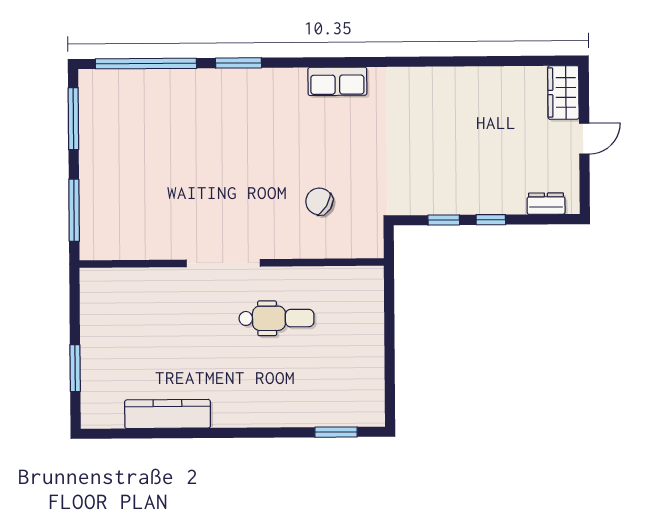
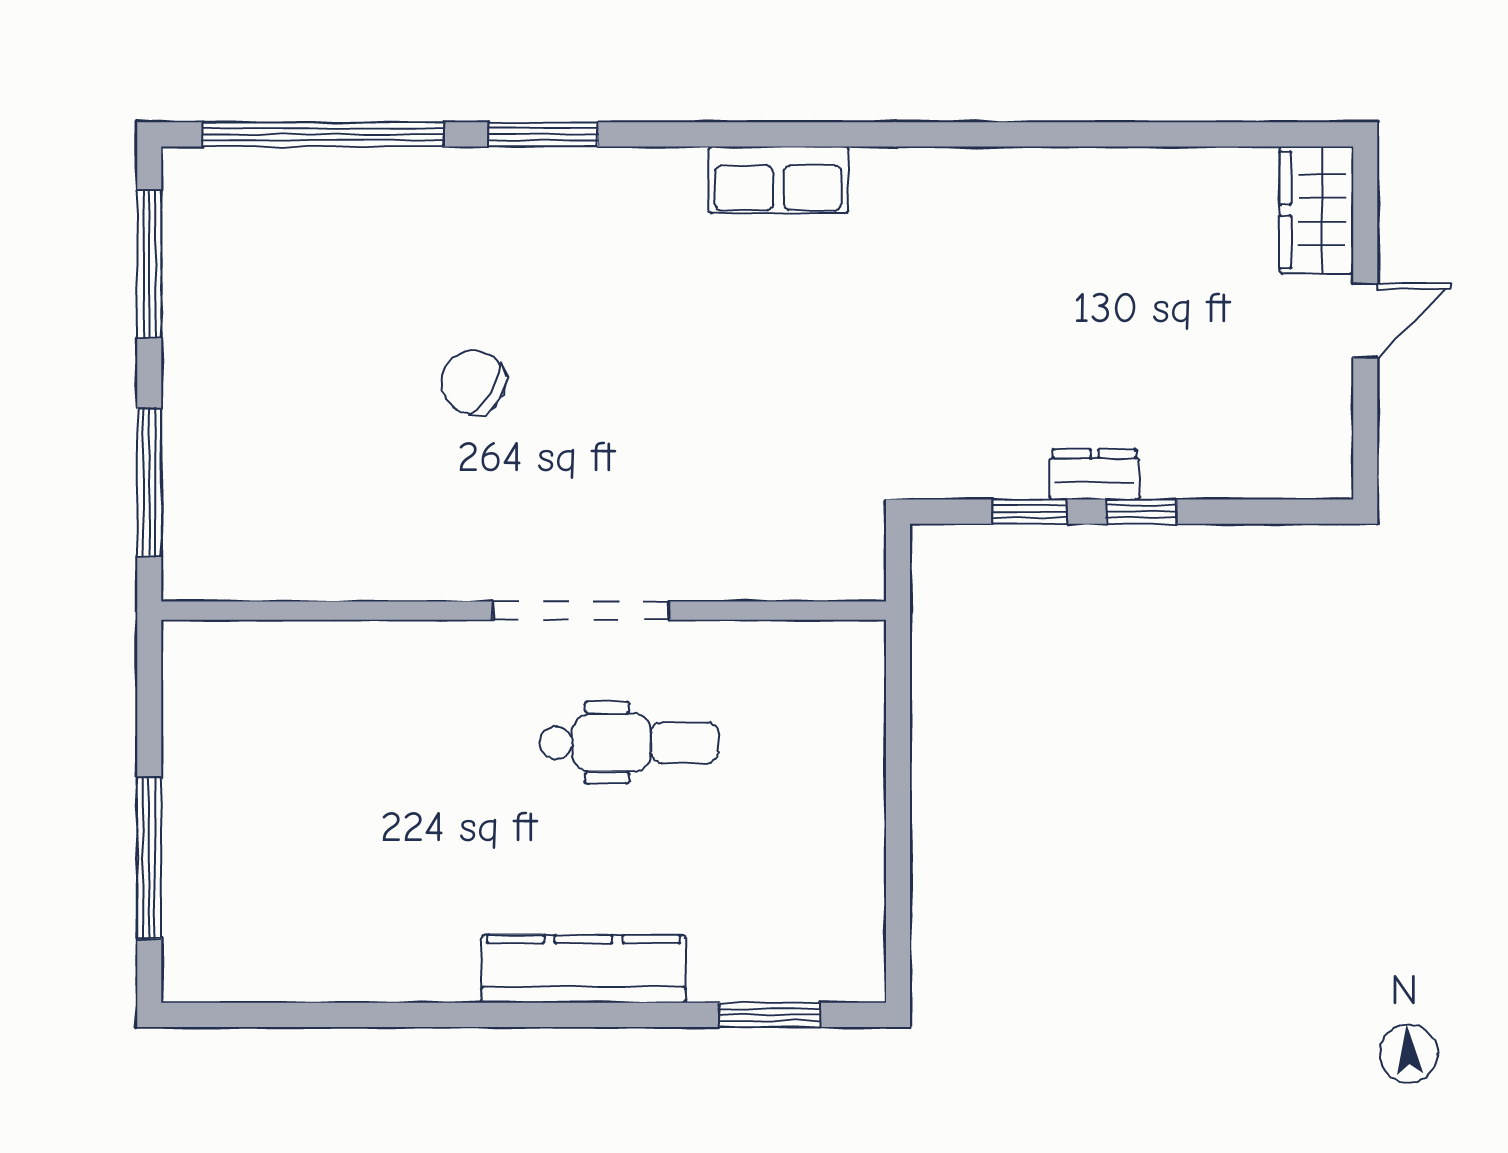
chair: (319, 201) -> (473, 383), moved
dresser: (546, 204) -> (1095, 474), moved
doorway: (223, 263) -> (581, 611), moved
window: (75, 368) -> (149, 858), width x1.44
kitchen counter: (168, 414) -> (583, 969), moved

